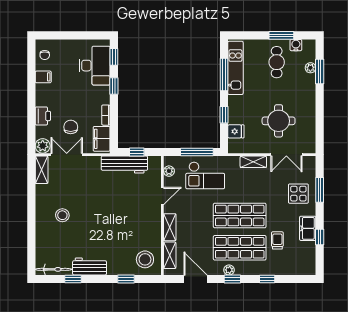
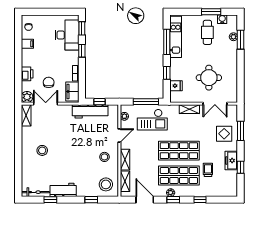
stool: (143, 224) -> (104, 157), added

